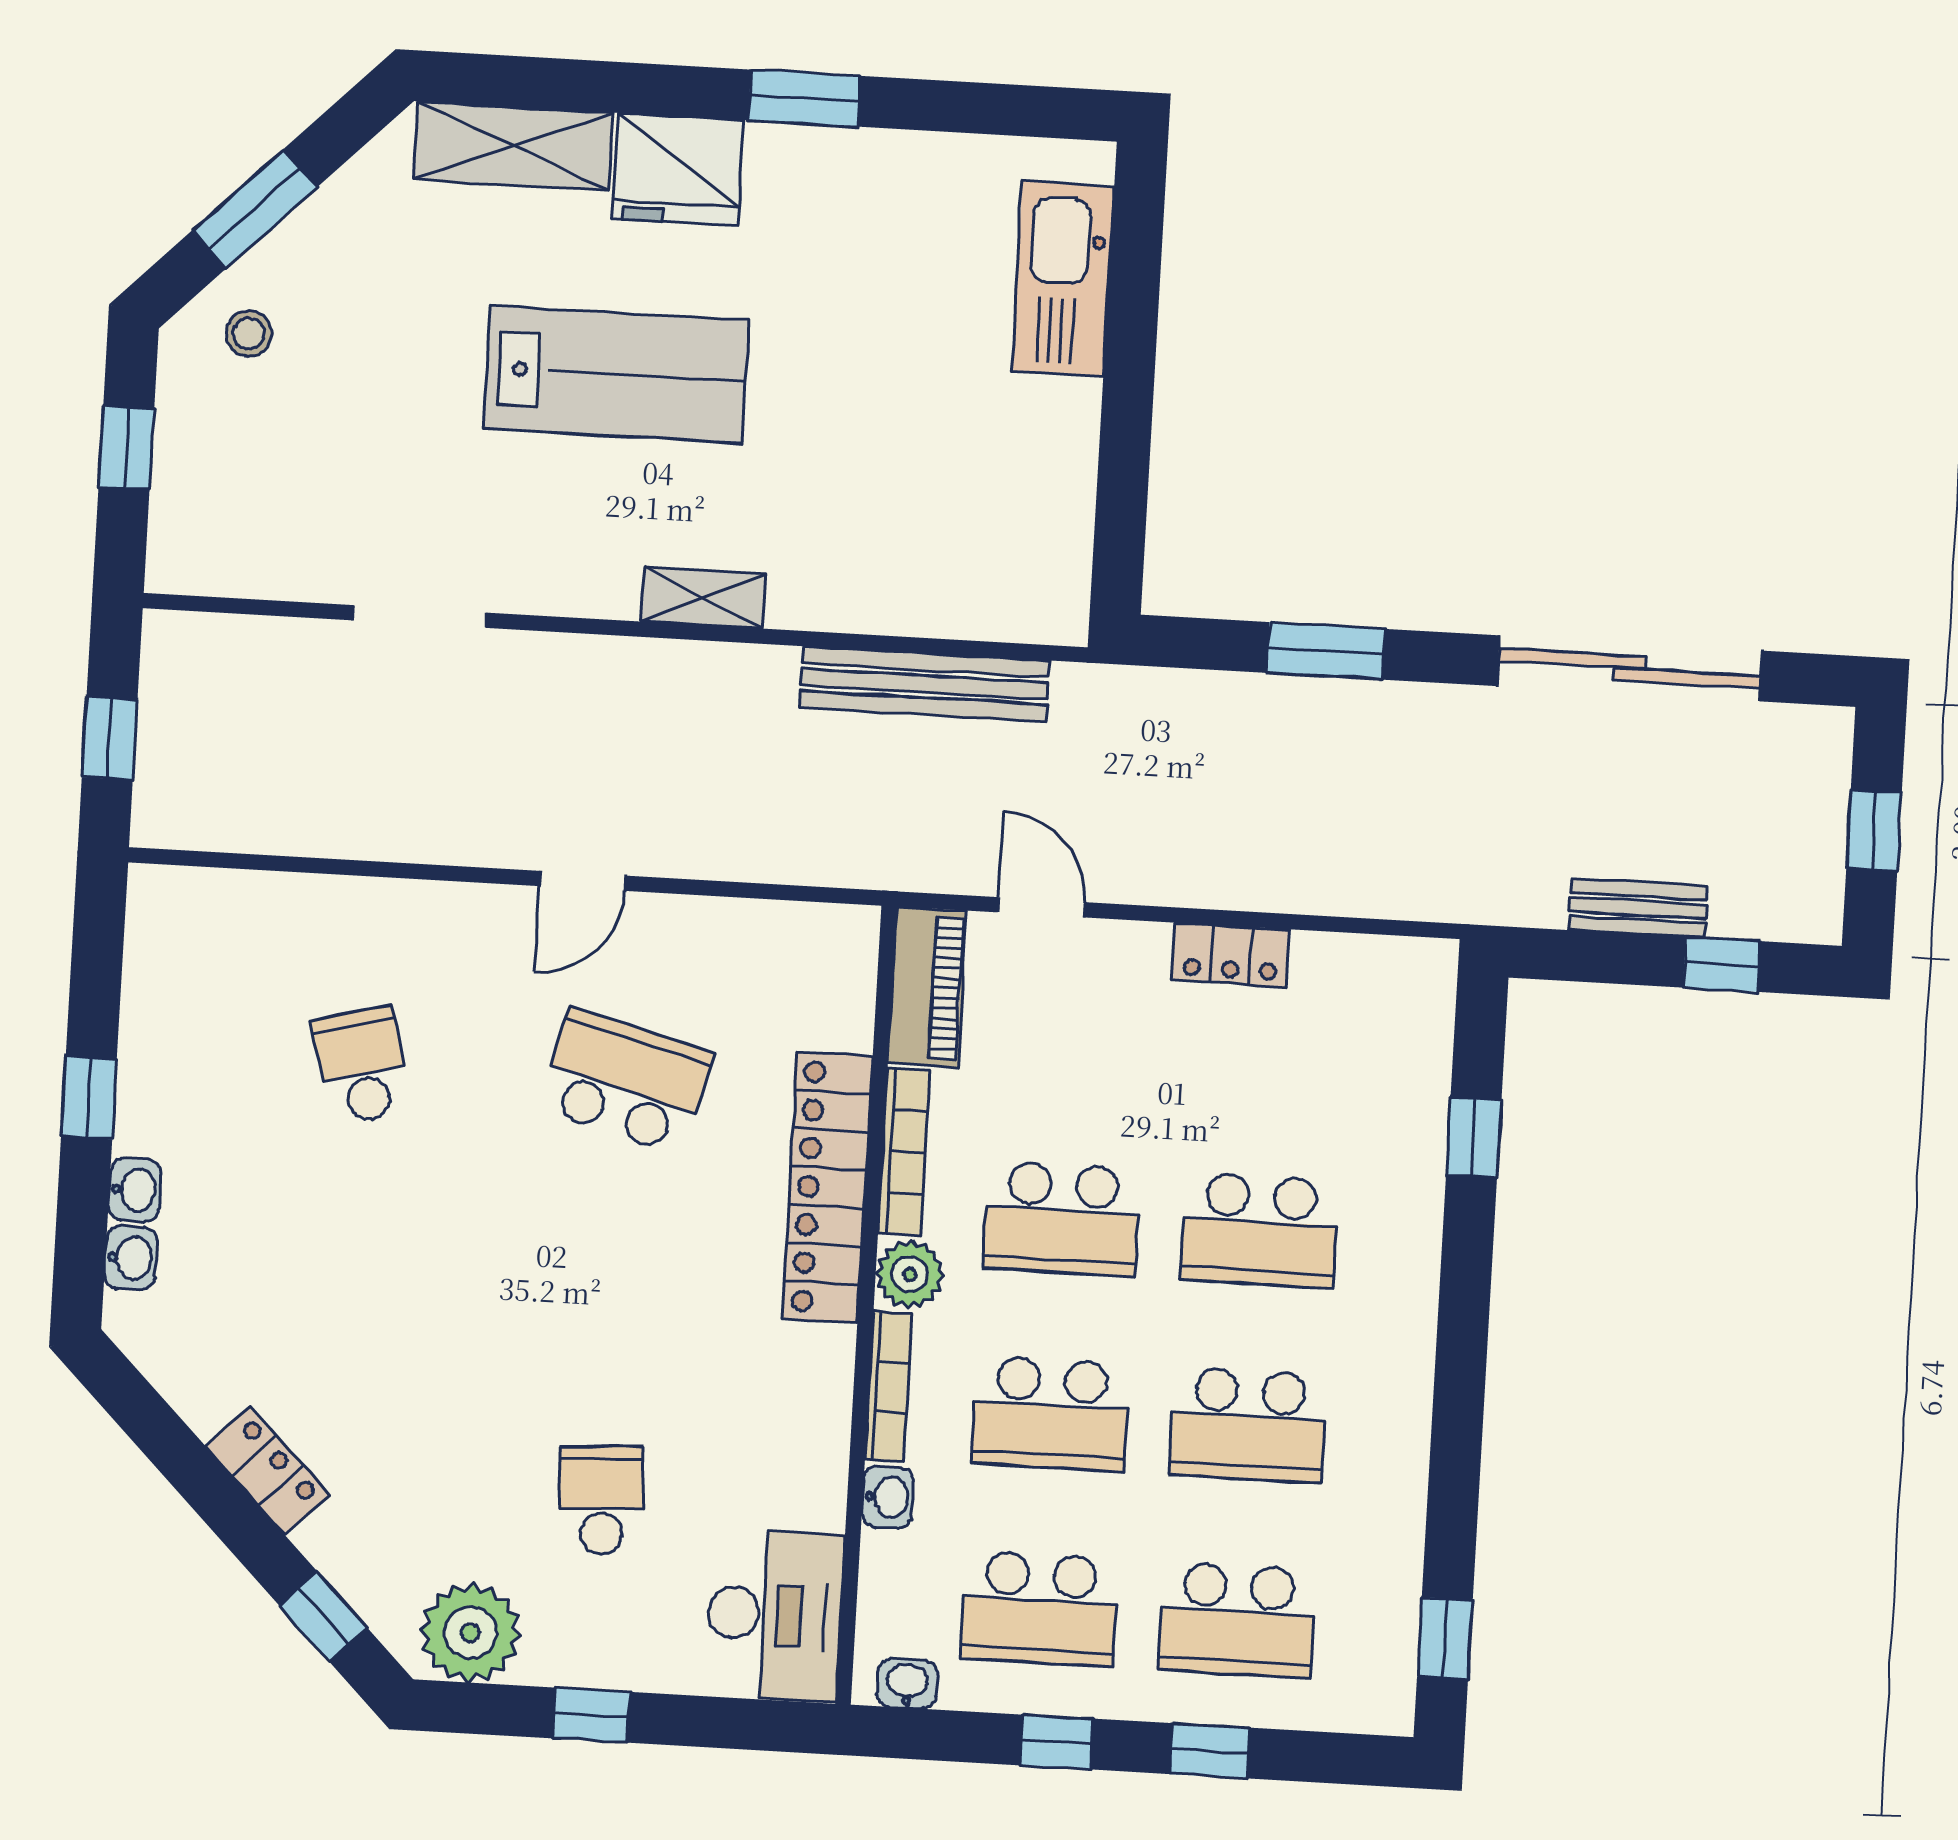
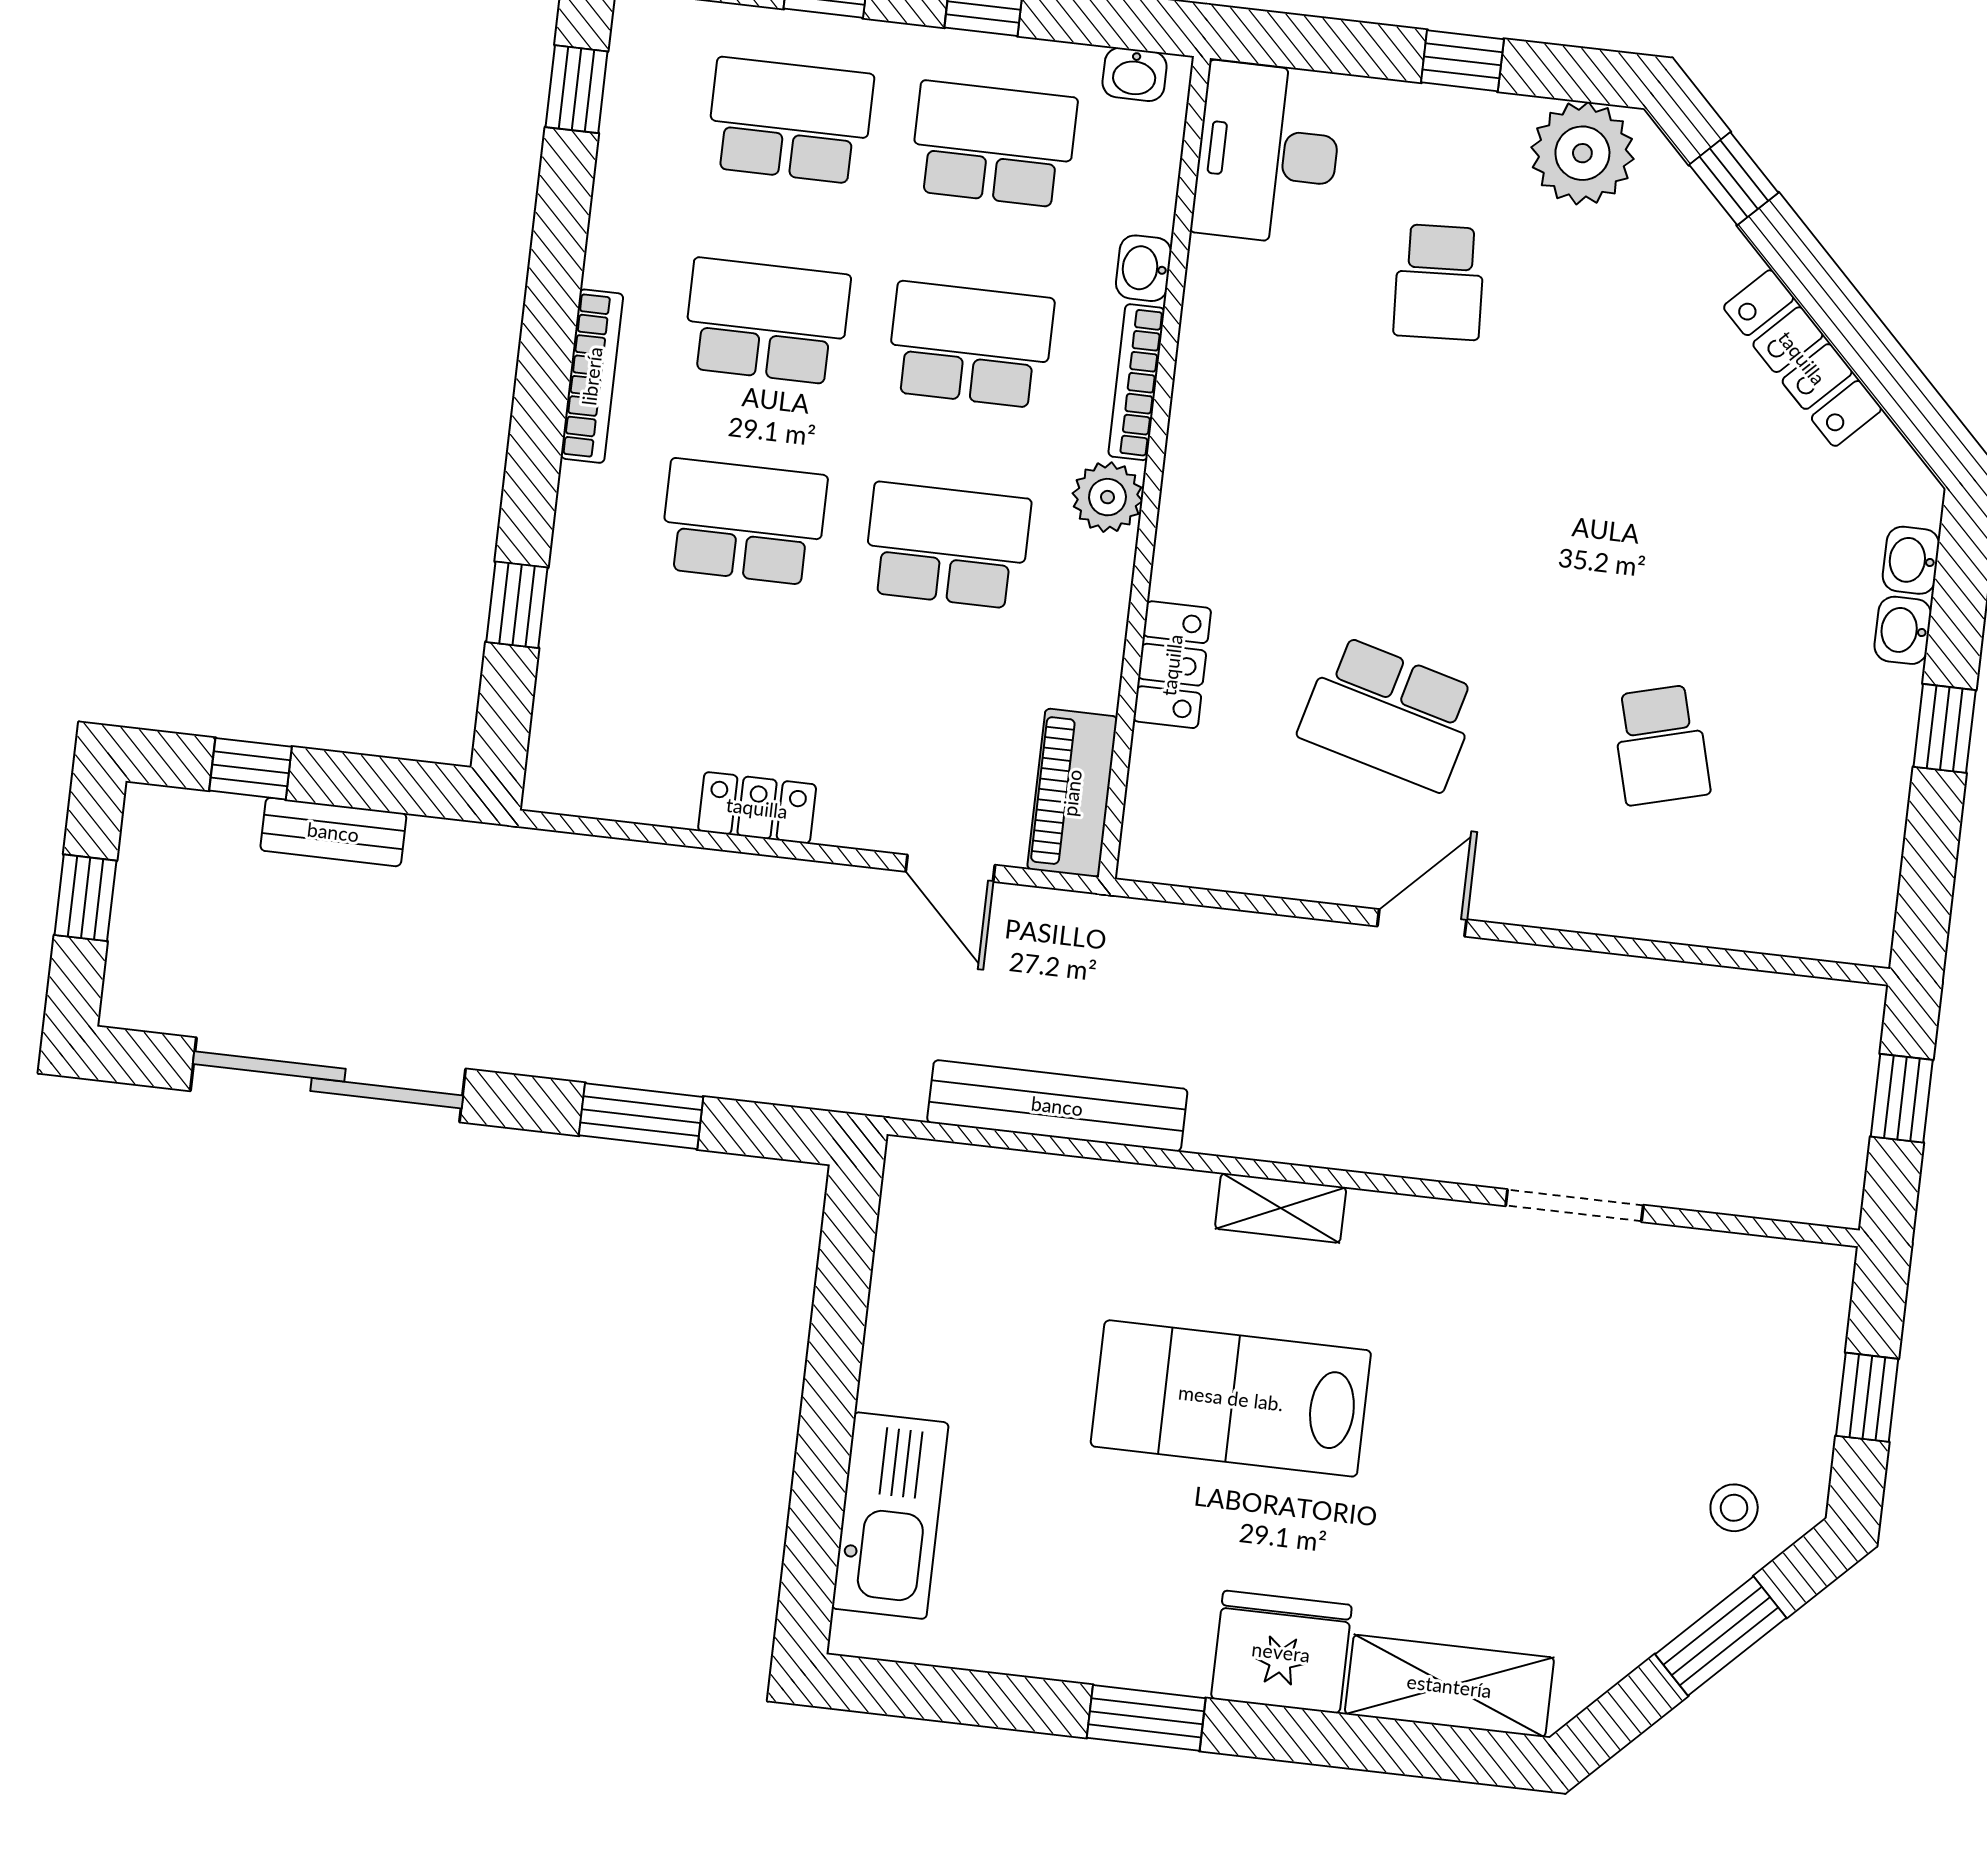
lab bench: (616, 374) -> (1231, 1398), moved
bookcase: (904, 1152) -> (592, 376), moved, turned 180
locker: (827, 1187) -> (1172, 665), width x0.46, depth x0.83
locker: (268, 1471) -> (1802, 358), width x1.53

